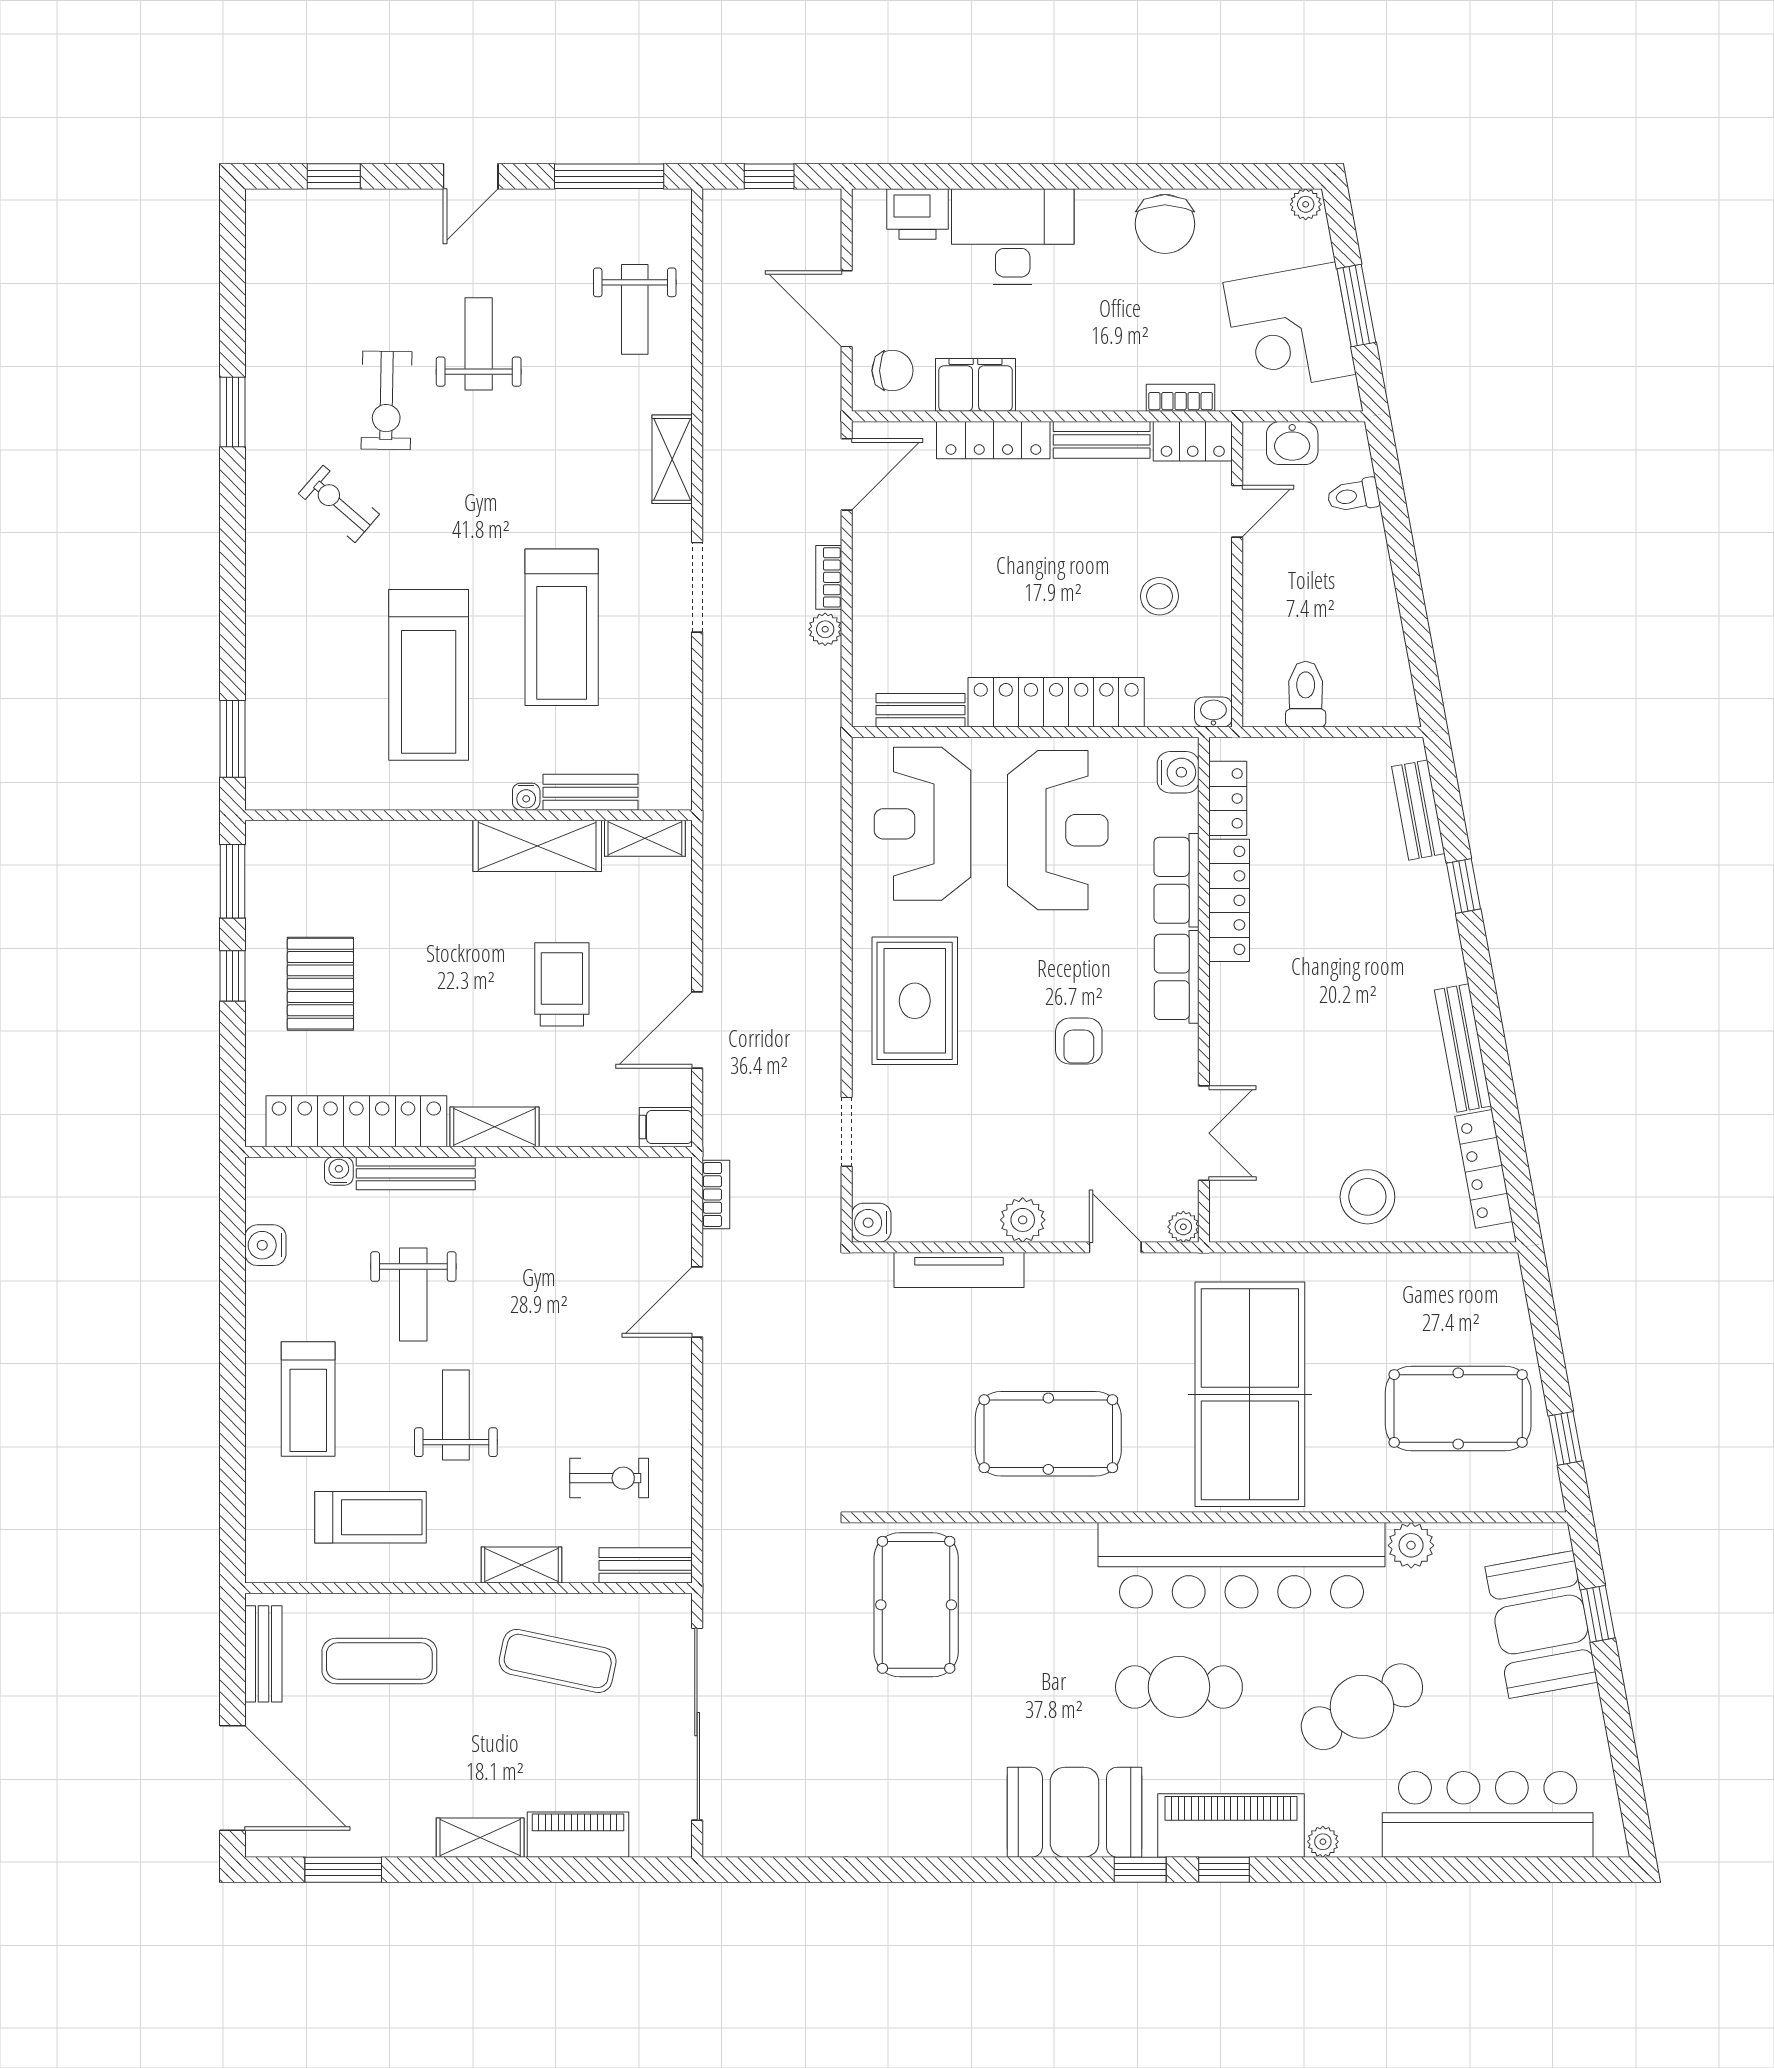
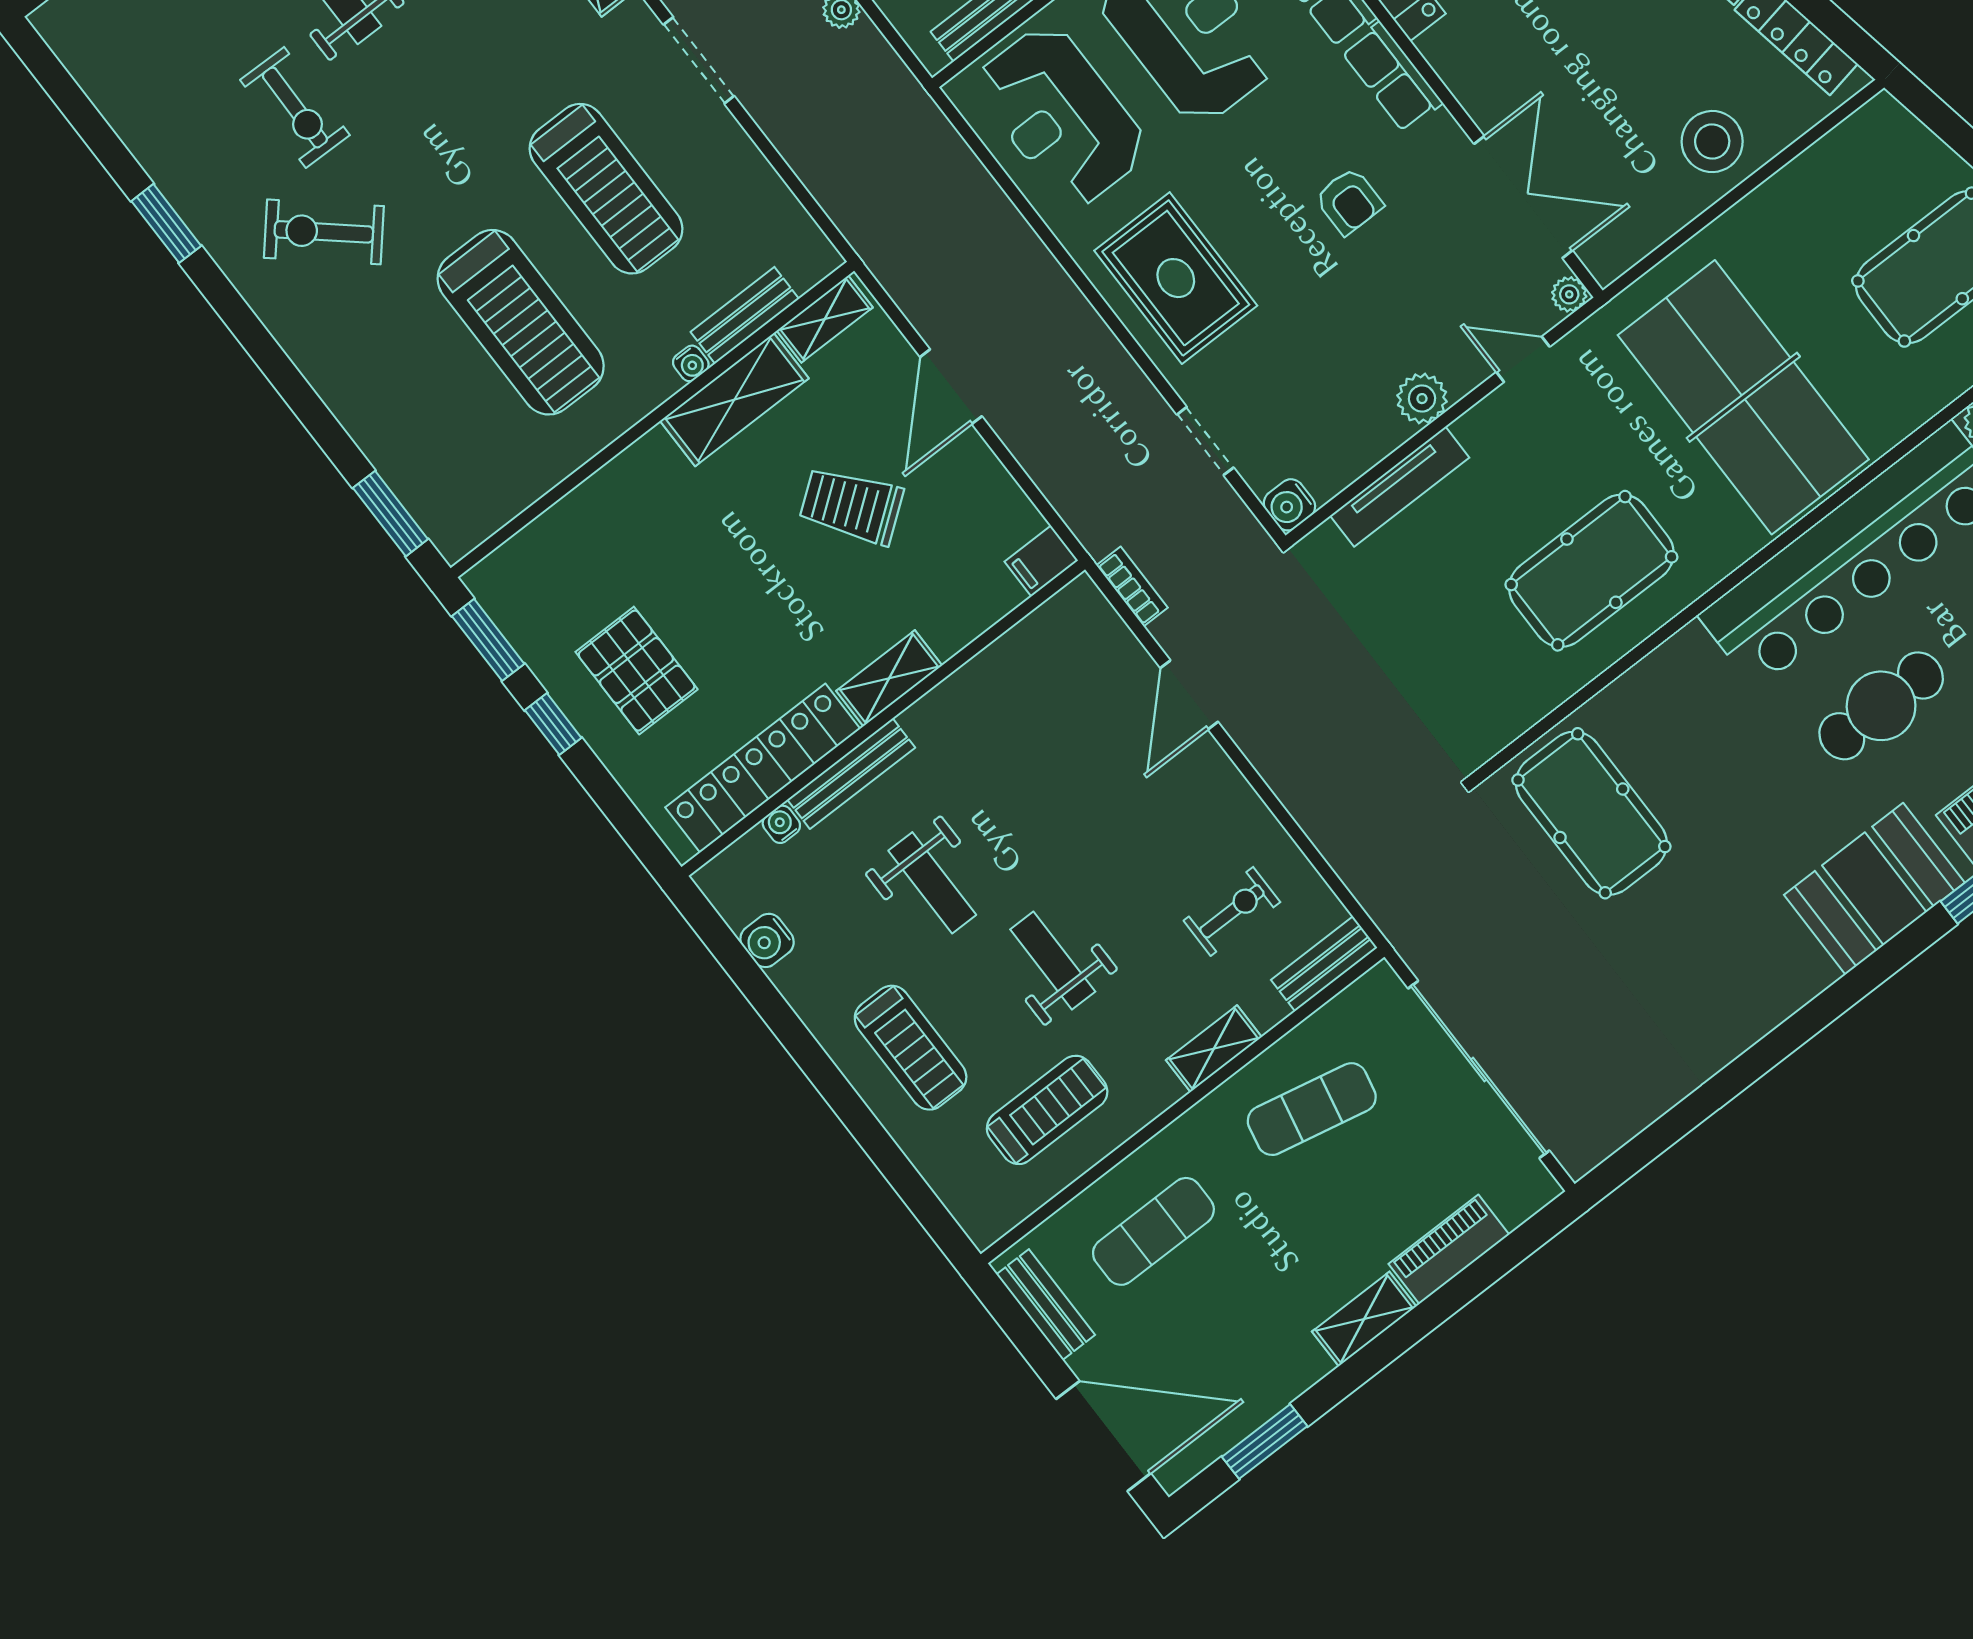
exercise bike: (339, 504) -> (324, 232), width x1.38, depth x1.39
trolley: (562, 984) -> (851, 506), turned -37
door: (697, 1030) -> (951, 387), moved
double door: (1204, 1133) -> (1523, 197), width x1.37

